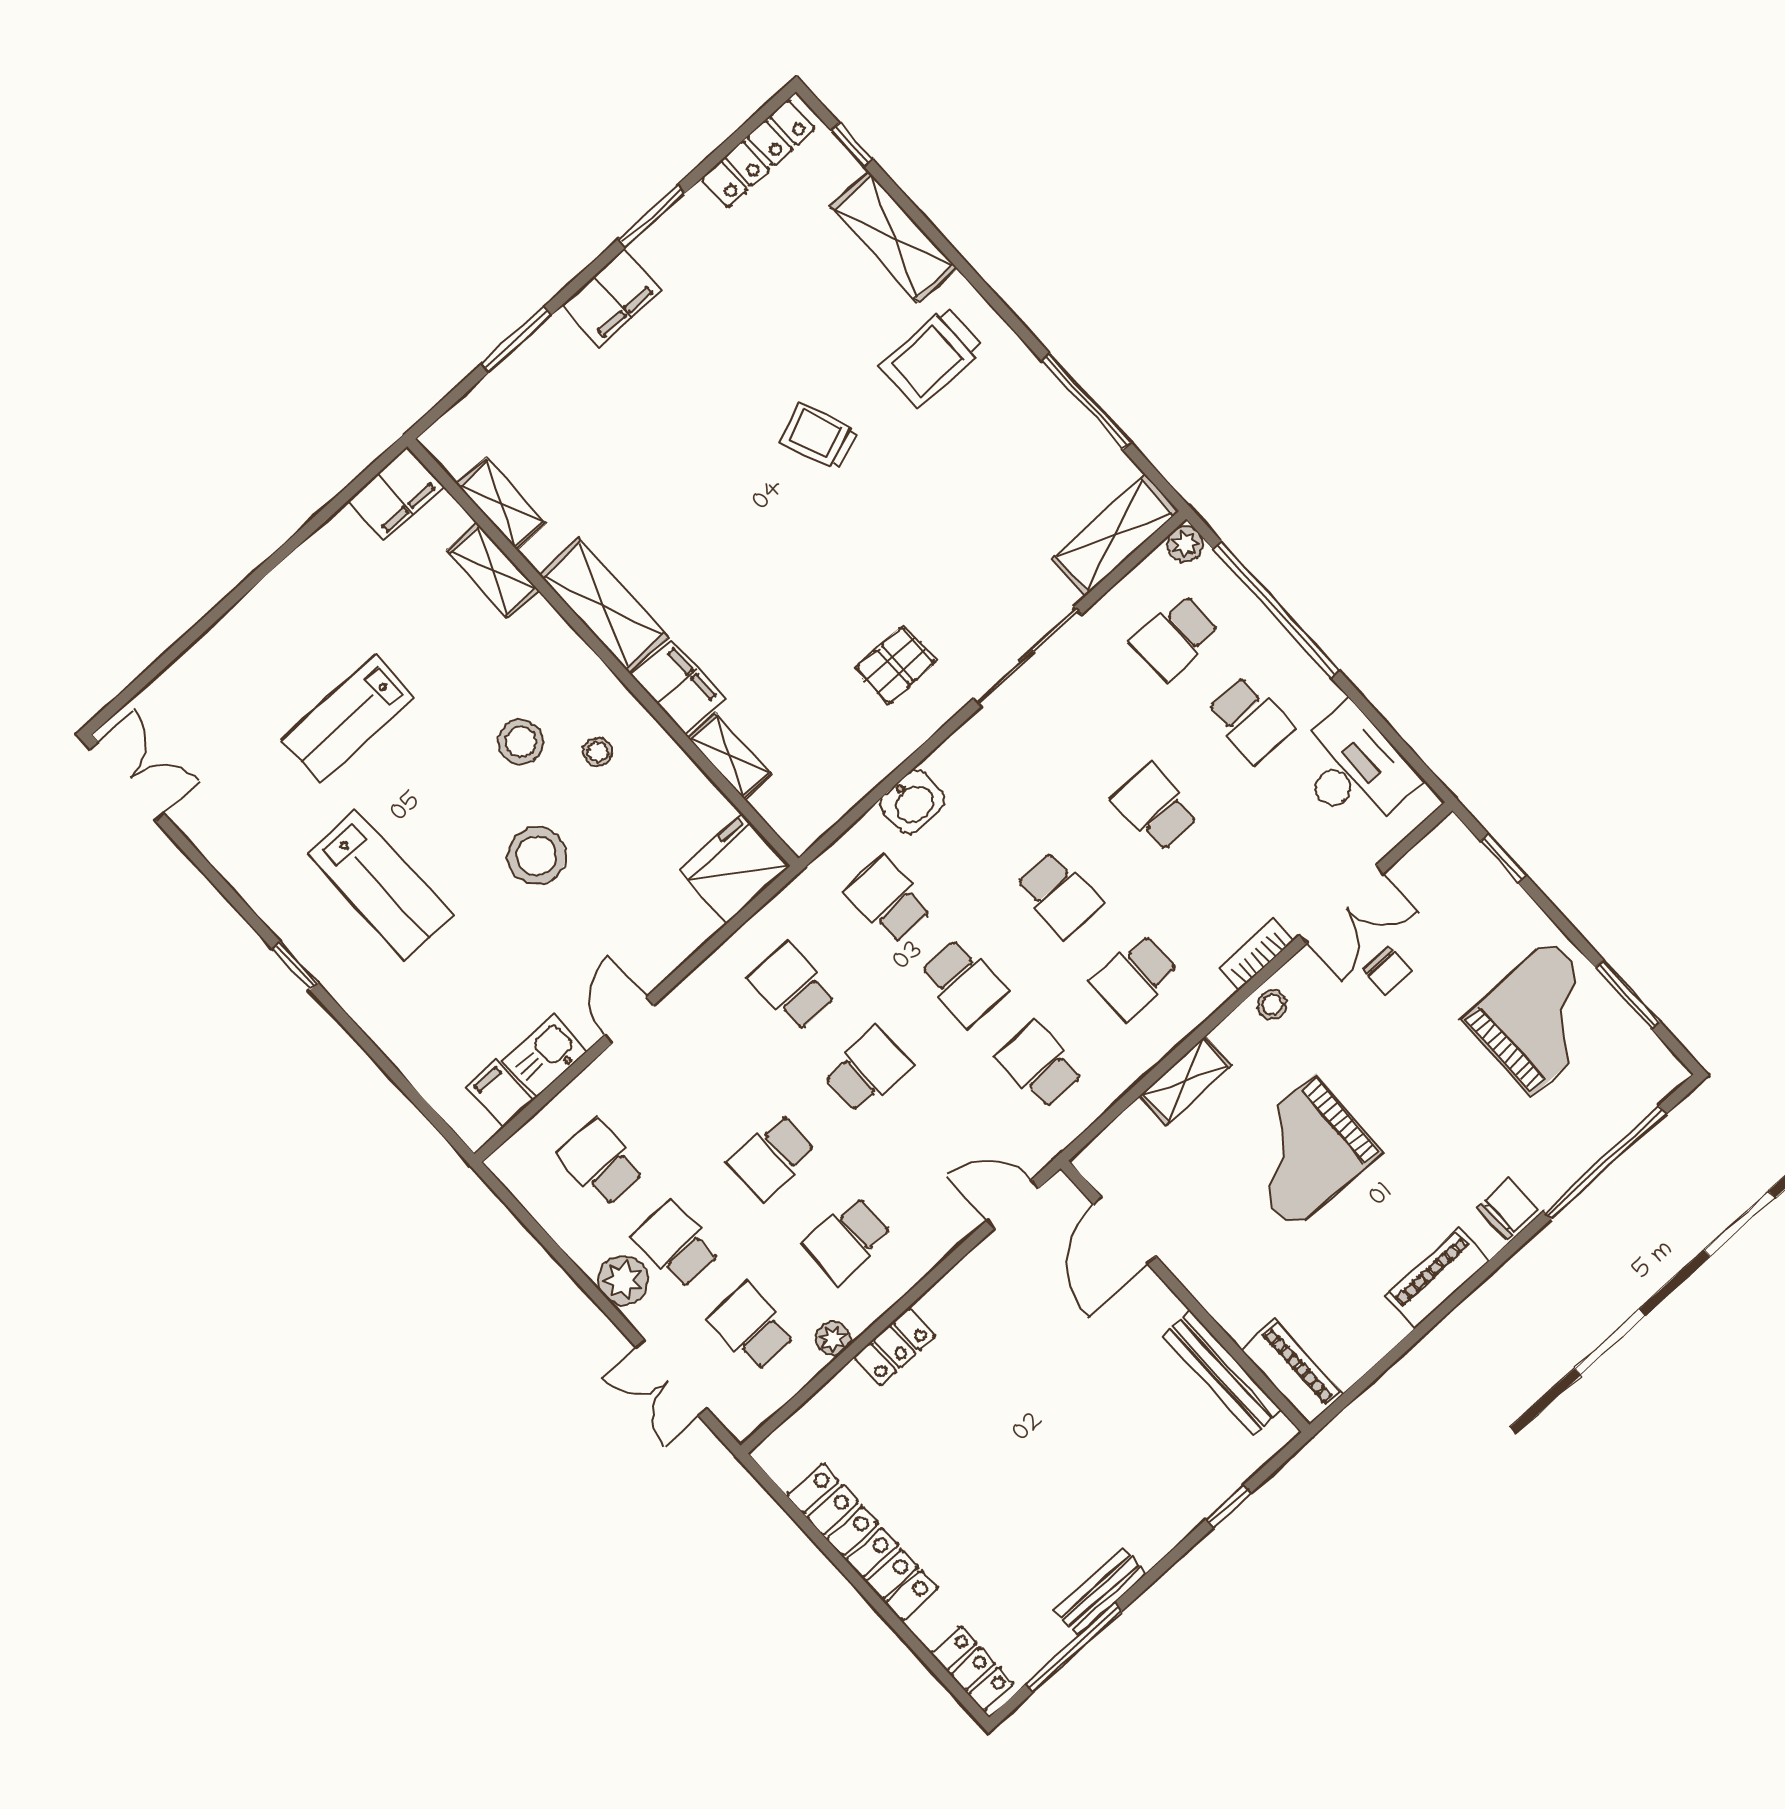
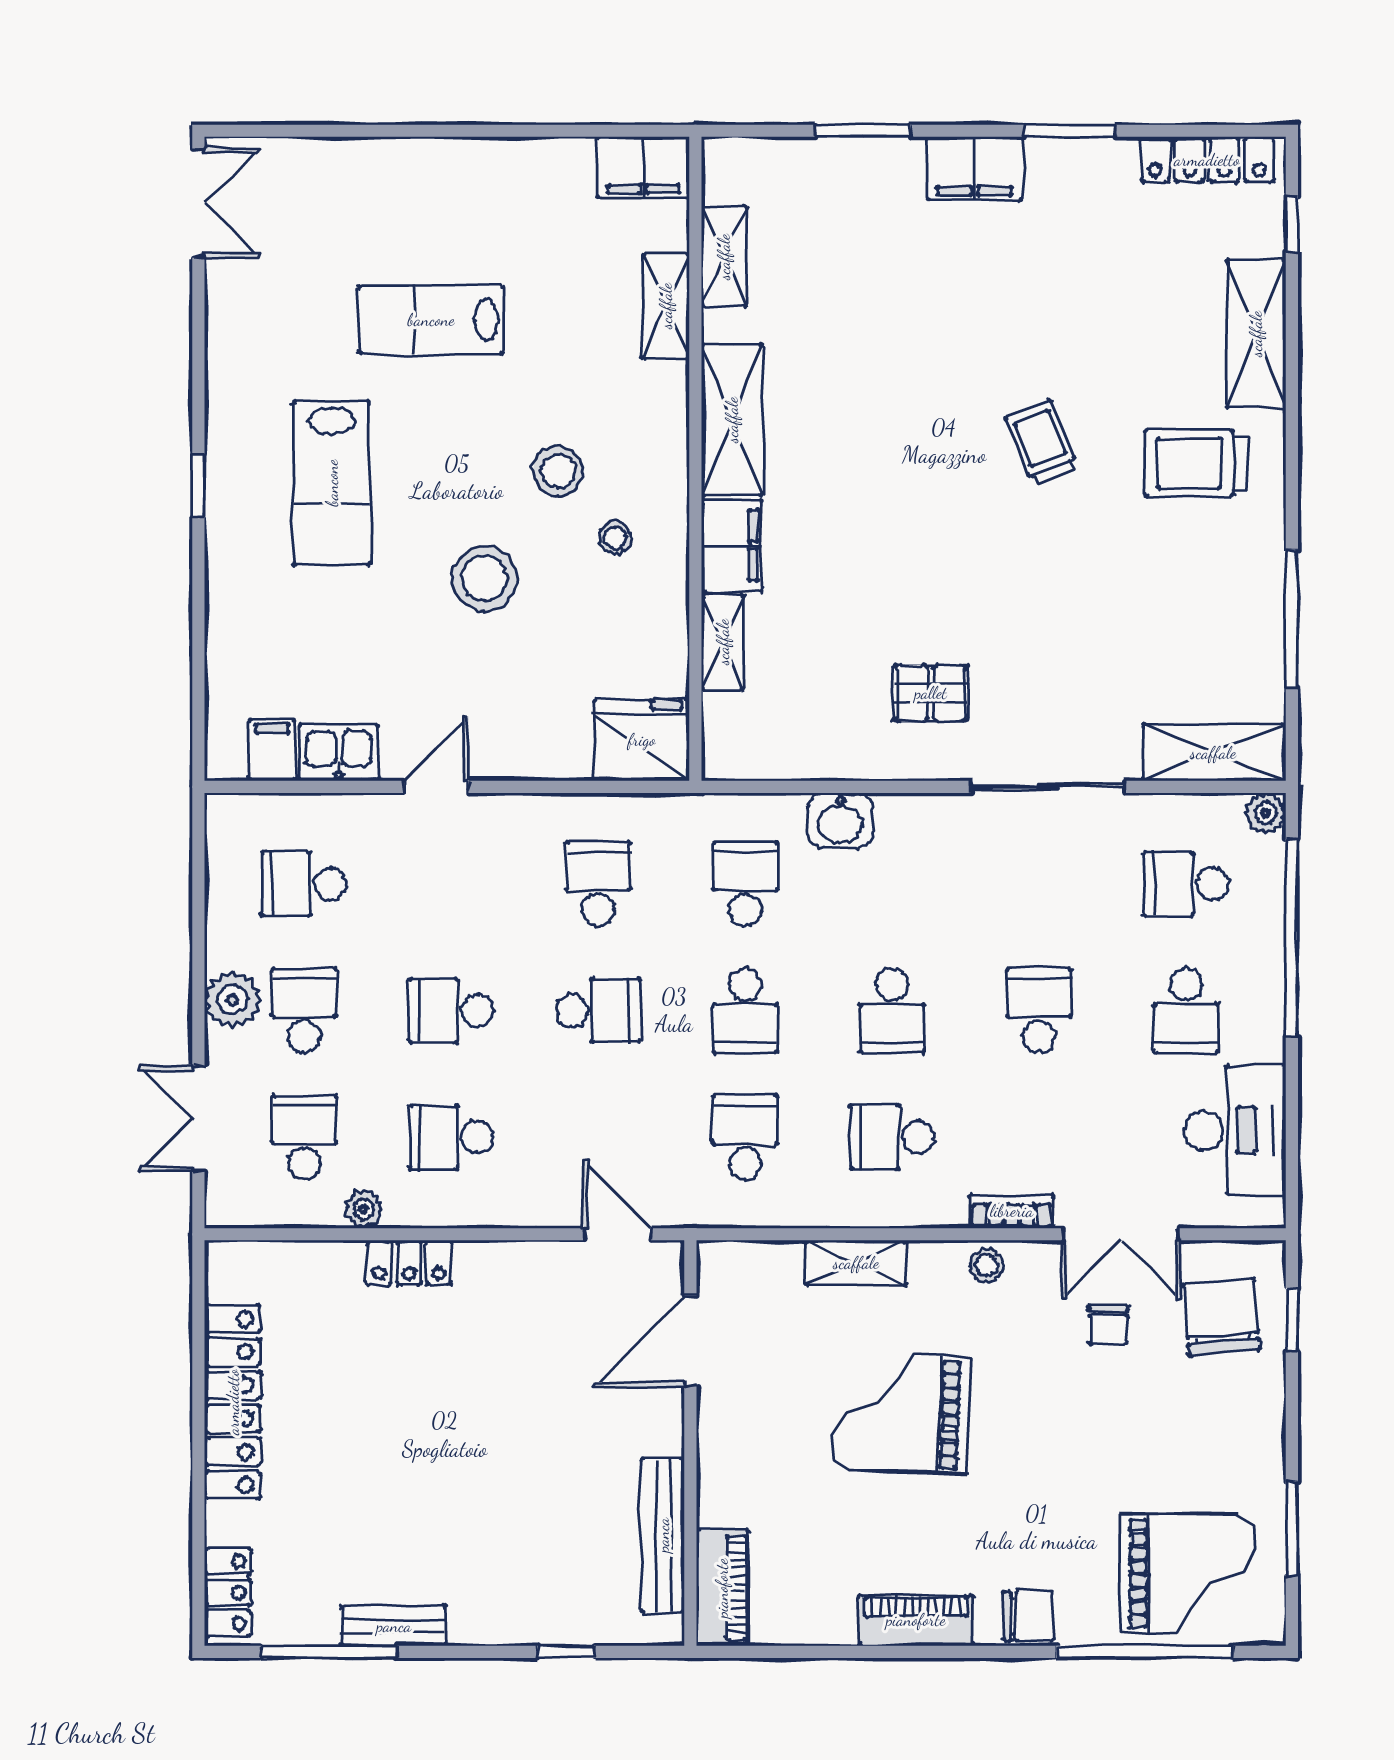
chair: (1456, 899) -> (1221, 1317), added
grand piano: (1541, 1017) -> (1188, 1573), moved
school desk: (601, 1162) -> (304, 884), turned -90

